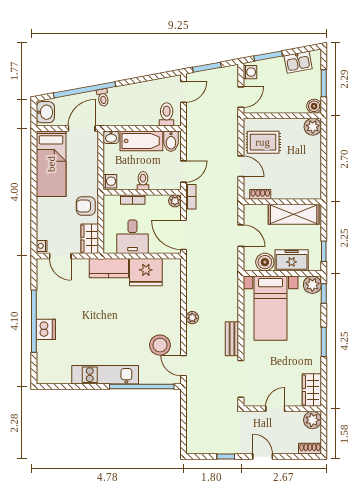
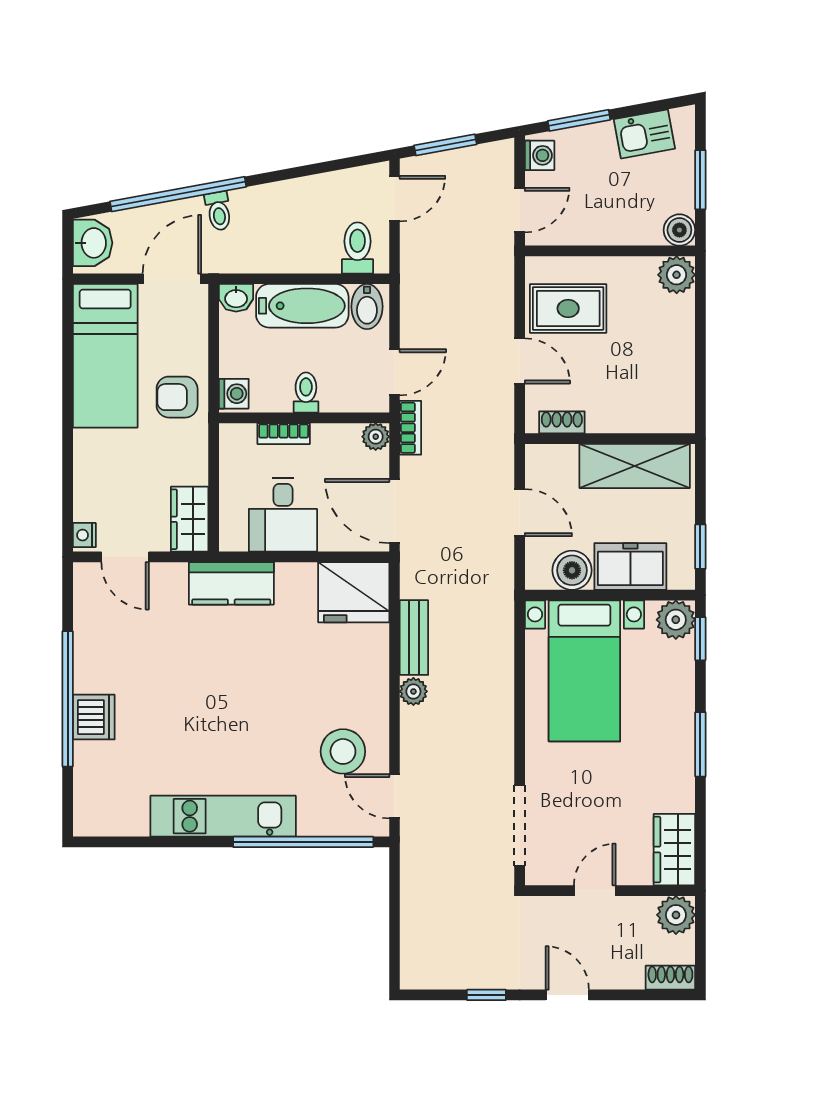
armchair: (86, 206) -> (177, 397), moved
fridge: (146, 272) -> (354, 592), moved
bench: (232, 339) -> (414, 638), moved

